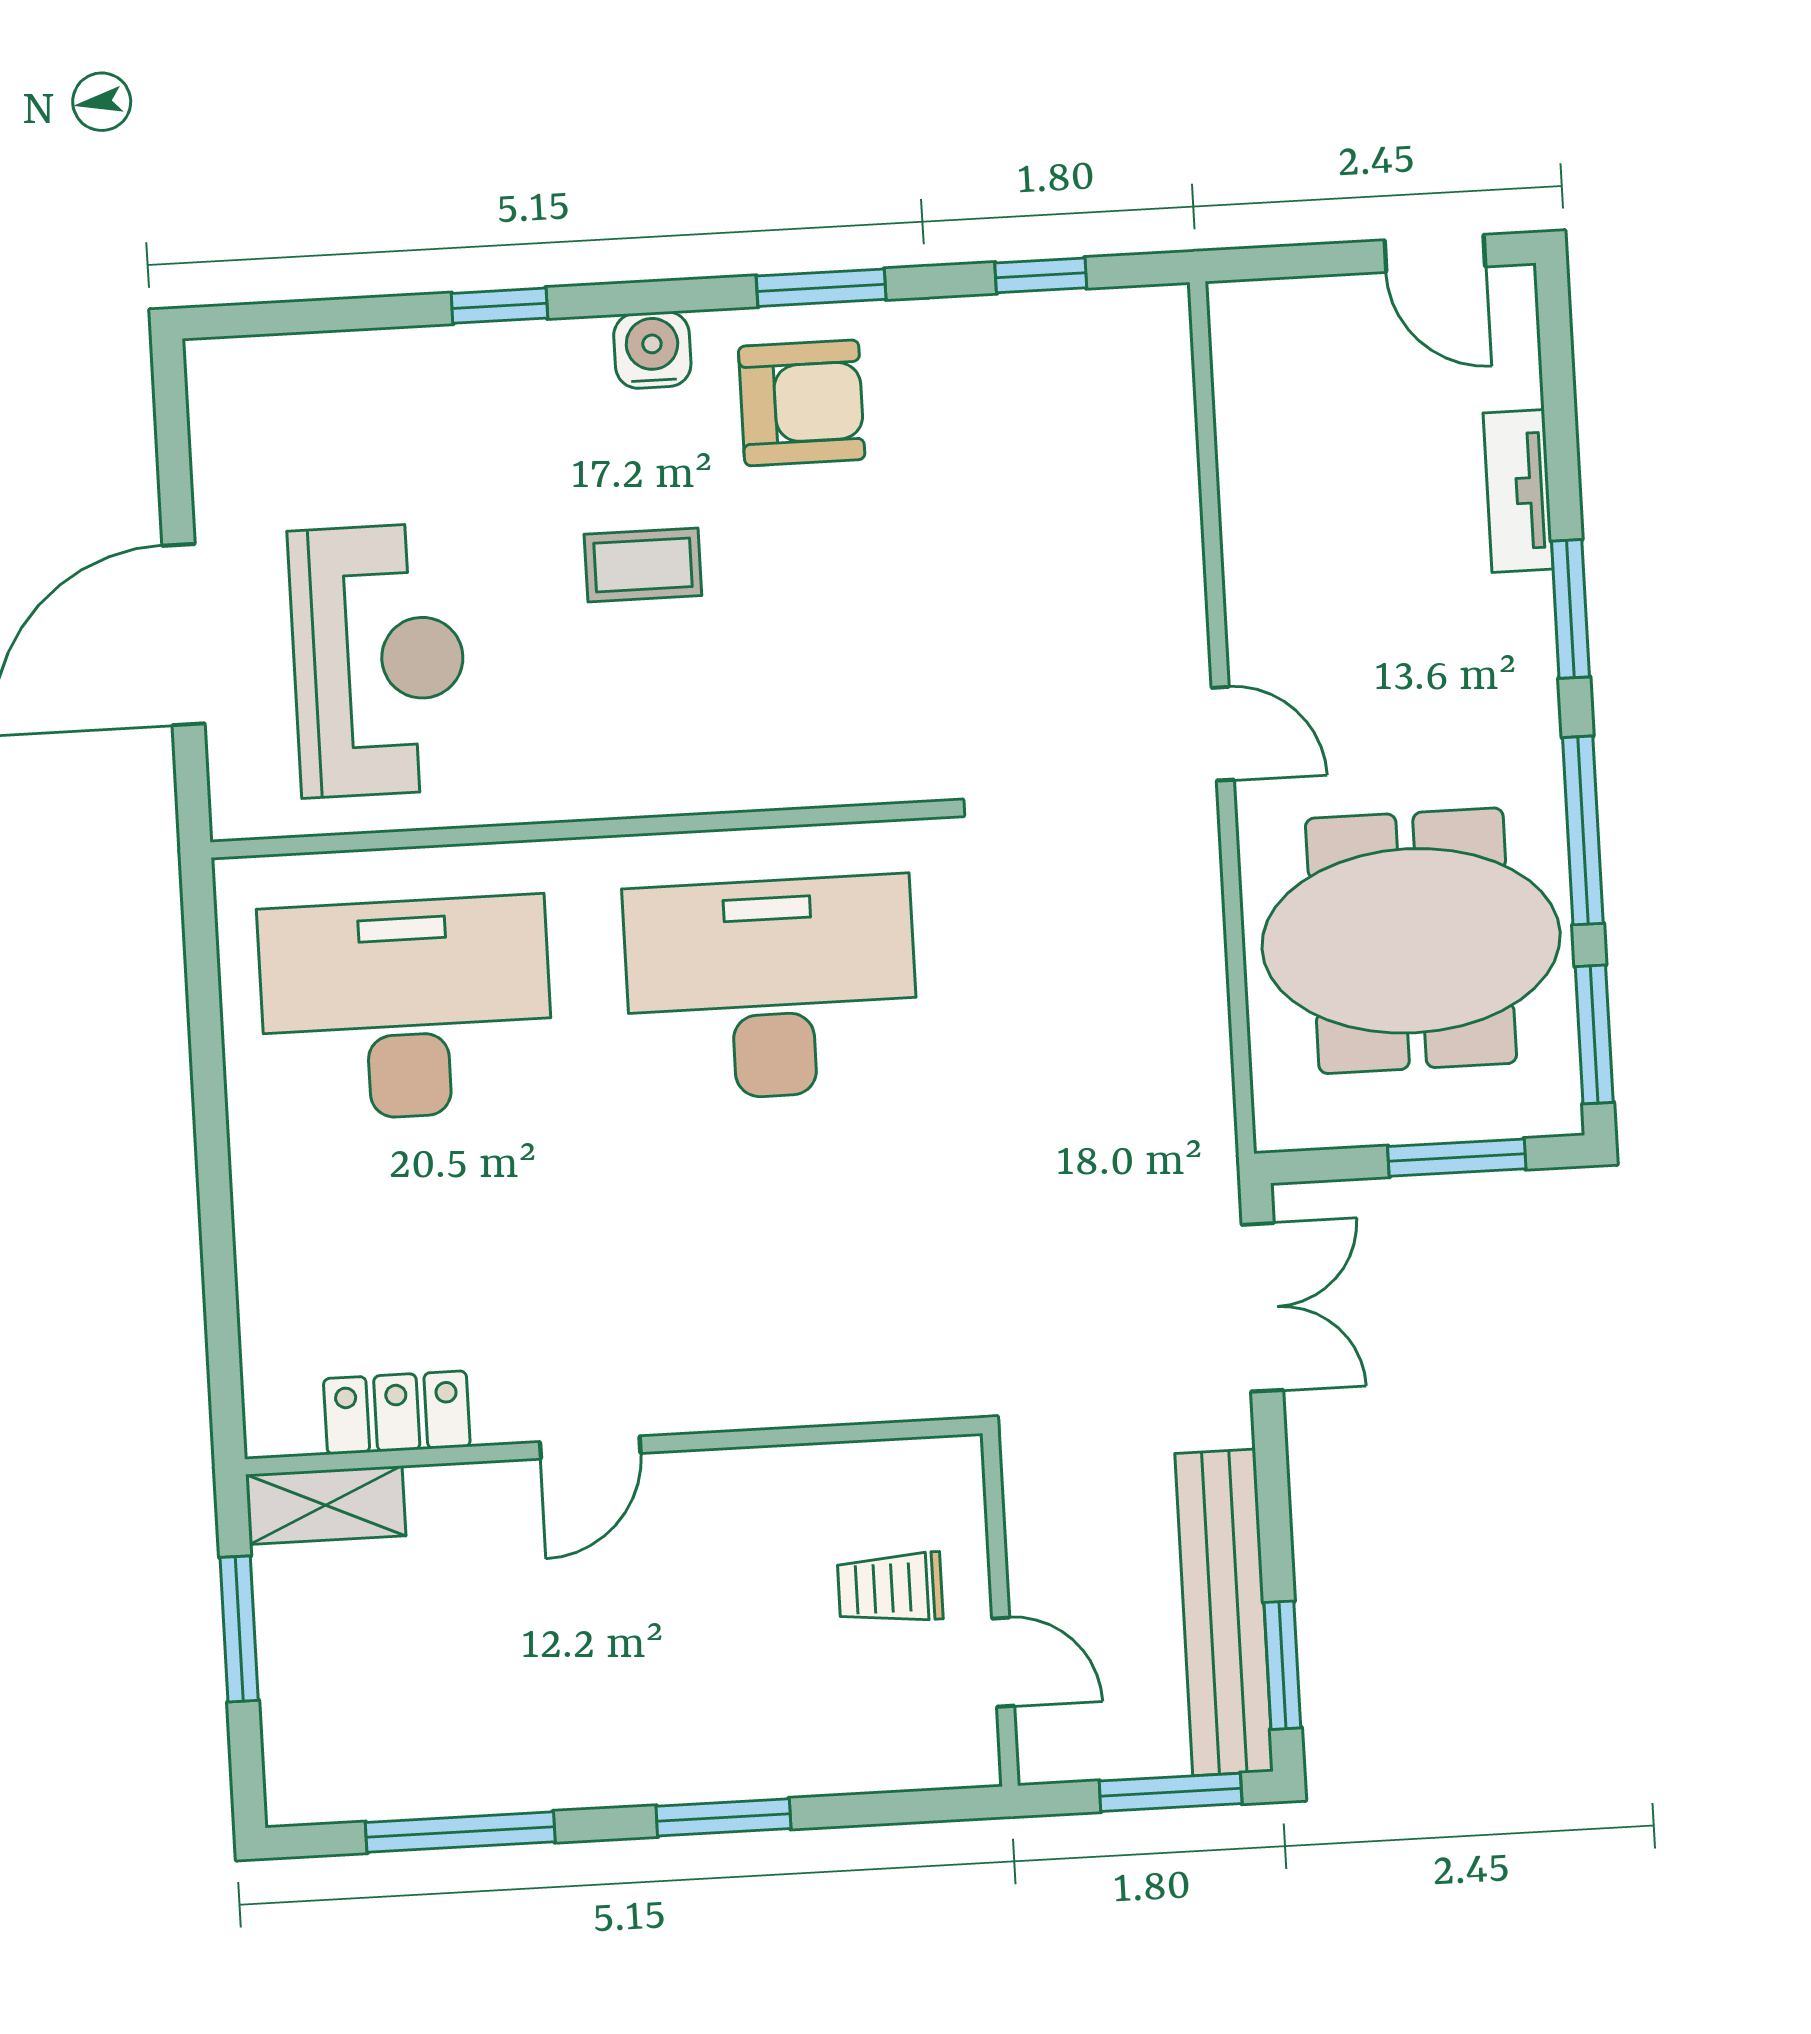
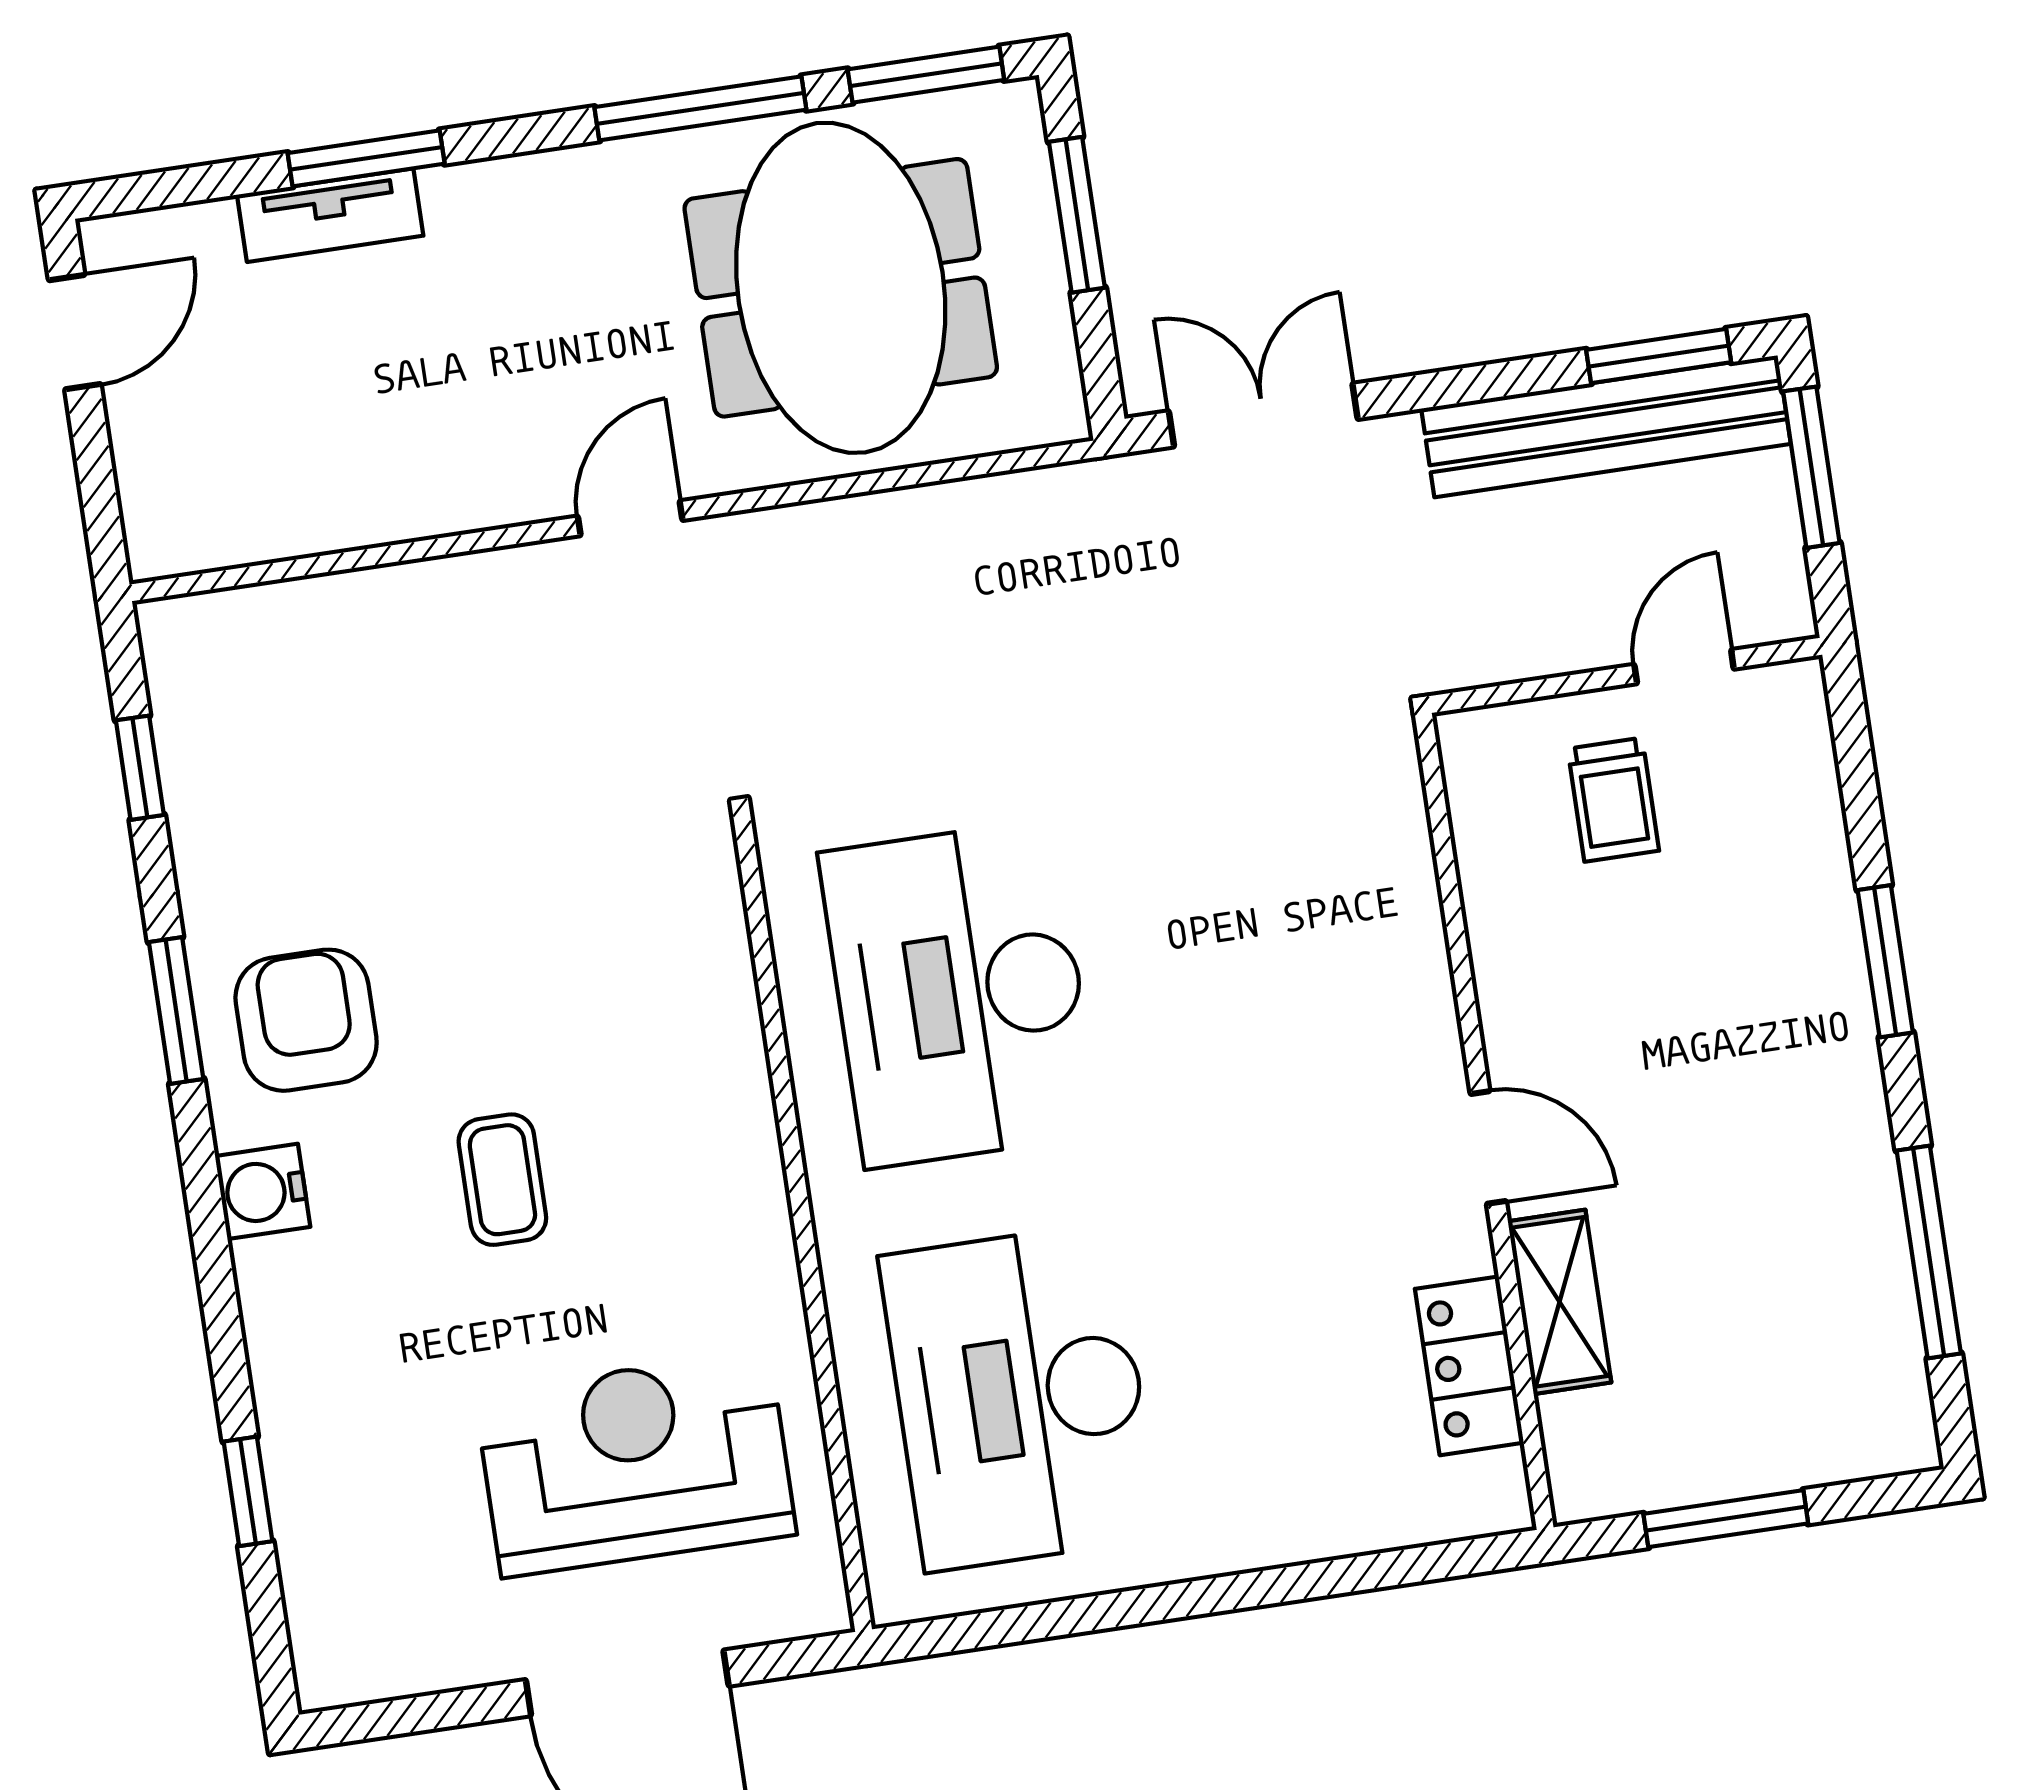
window: (499, 306) -> (248, 1491), moved
window: (1570, 609) -> (366, 158), moved
shelving: (326, 1505) -> (1559, 1302), moved

